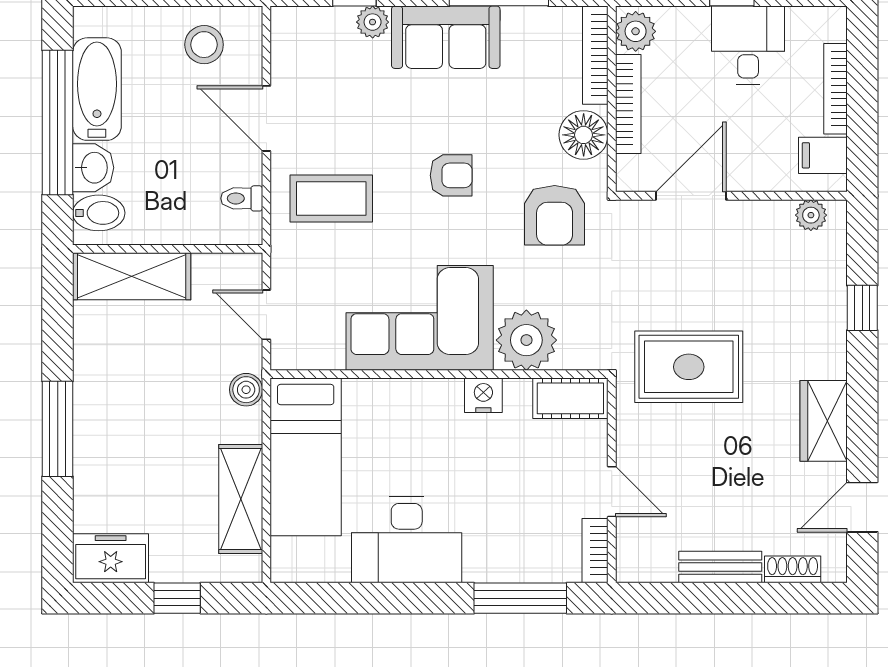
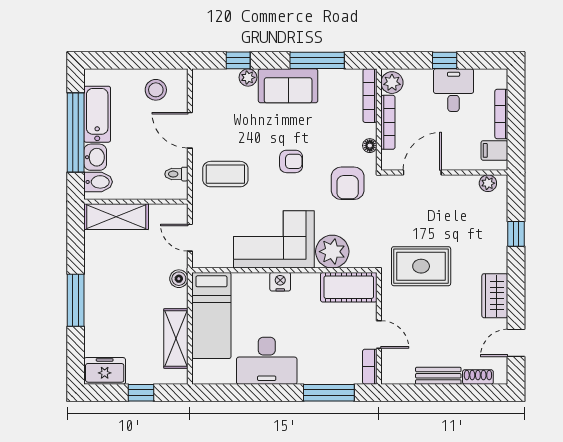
floor lamp: (584, 135) -> (370, 146), width x0.53, depth x0.53
nightstand: (483, 395) -> (280, 282), moved
cot: (570, 398) -> (349, 287), width x1.37, depth x1.34

